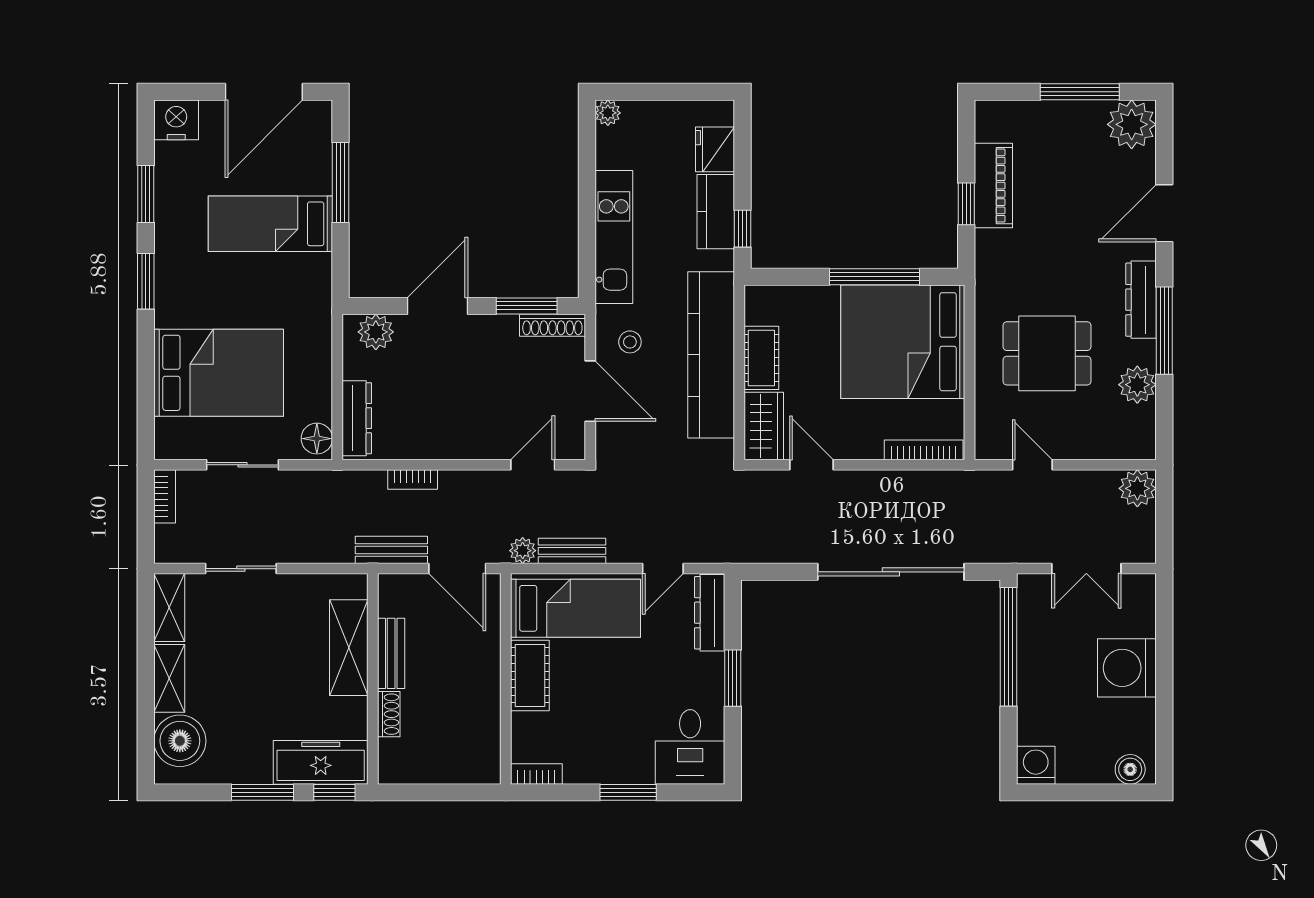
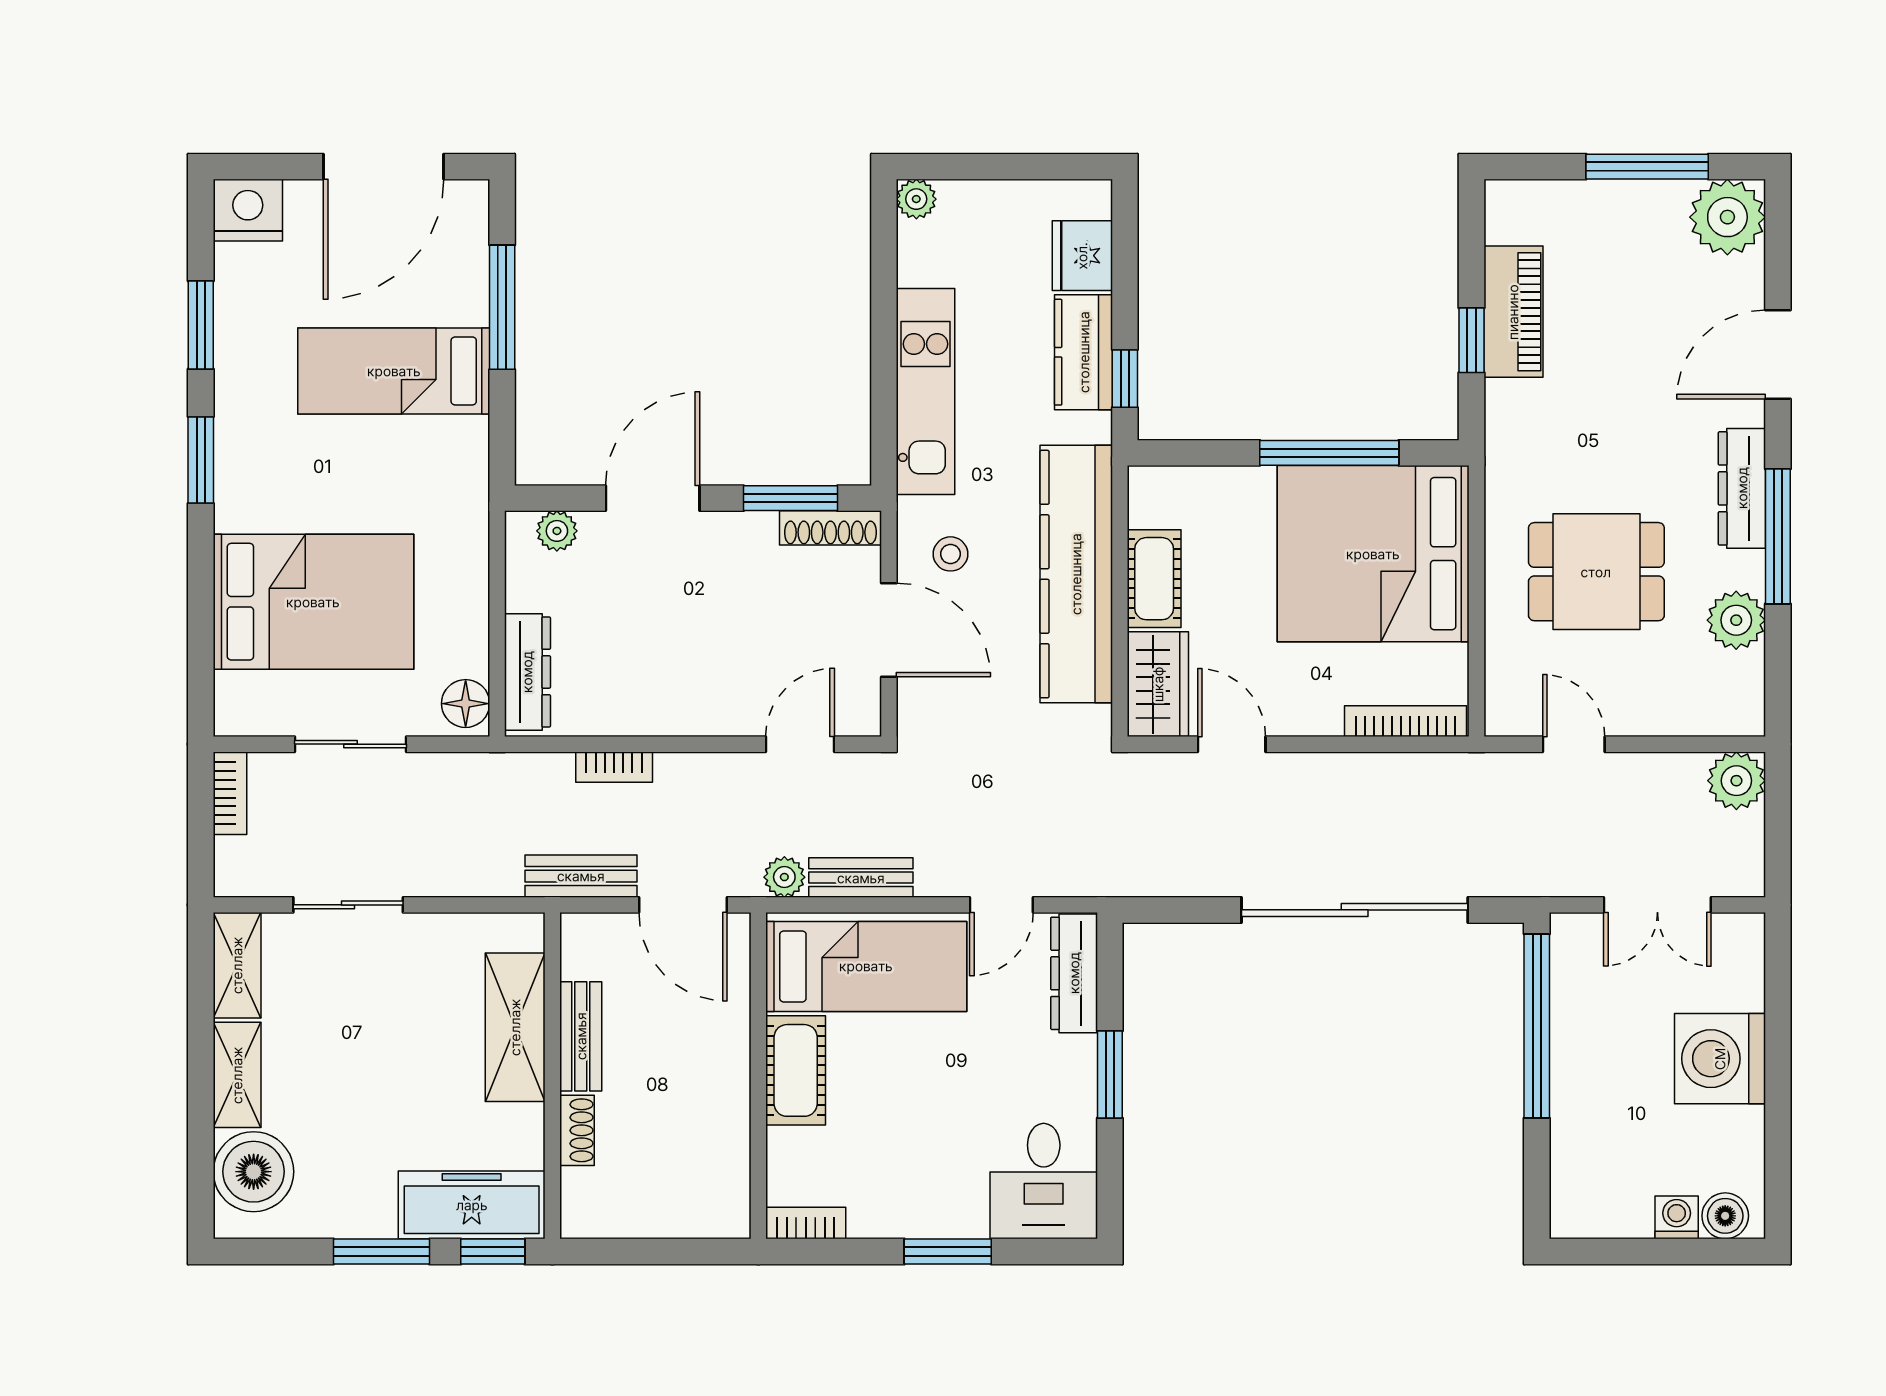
plant: (376, 332) -> (557, 531), width x0.73, depth x0.73
washing machine: (1036, 765) -> (1677, 1217), moved, width x0.73, depth x0.73

